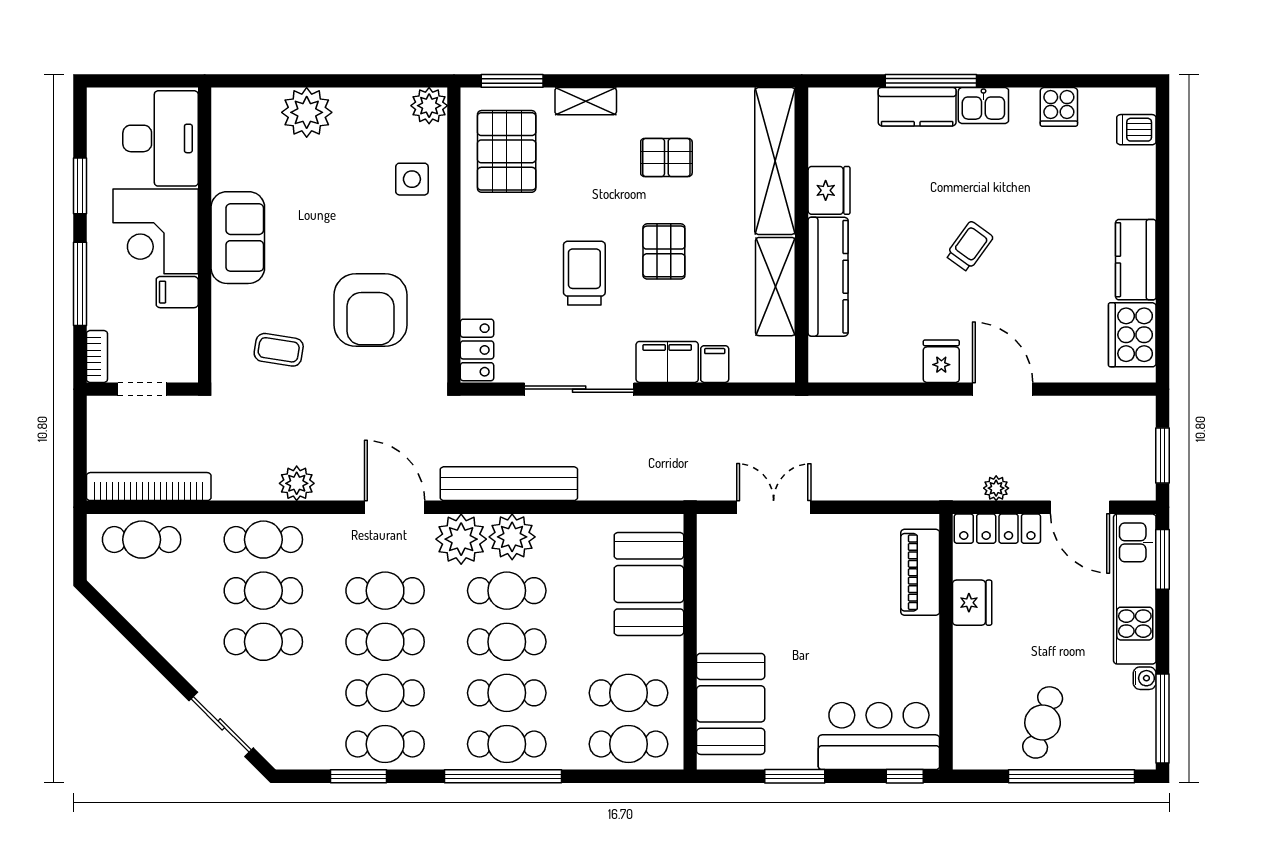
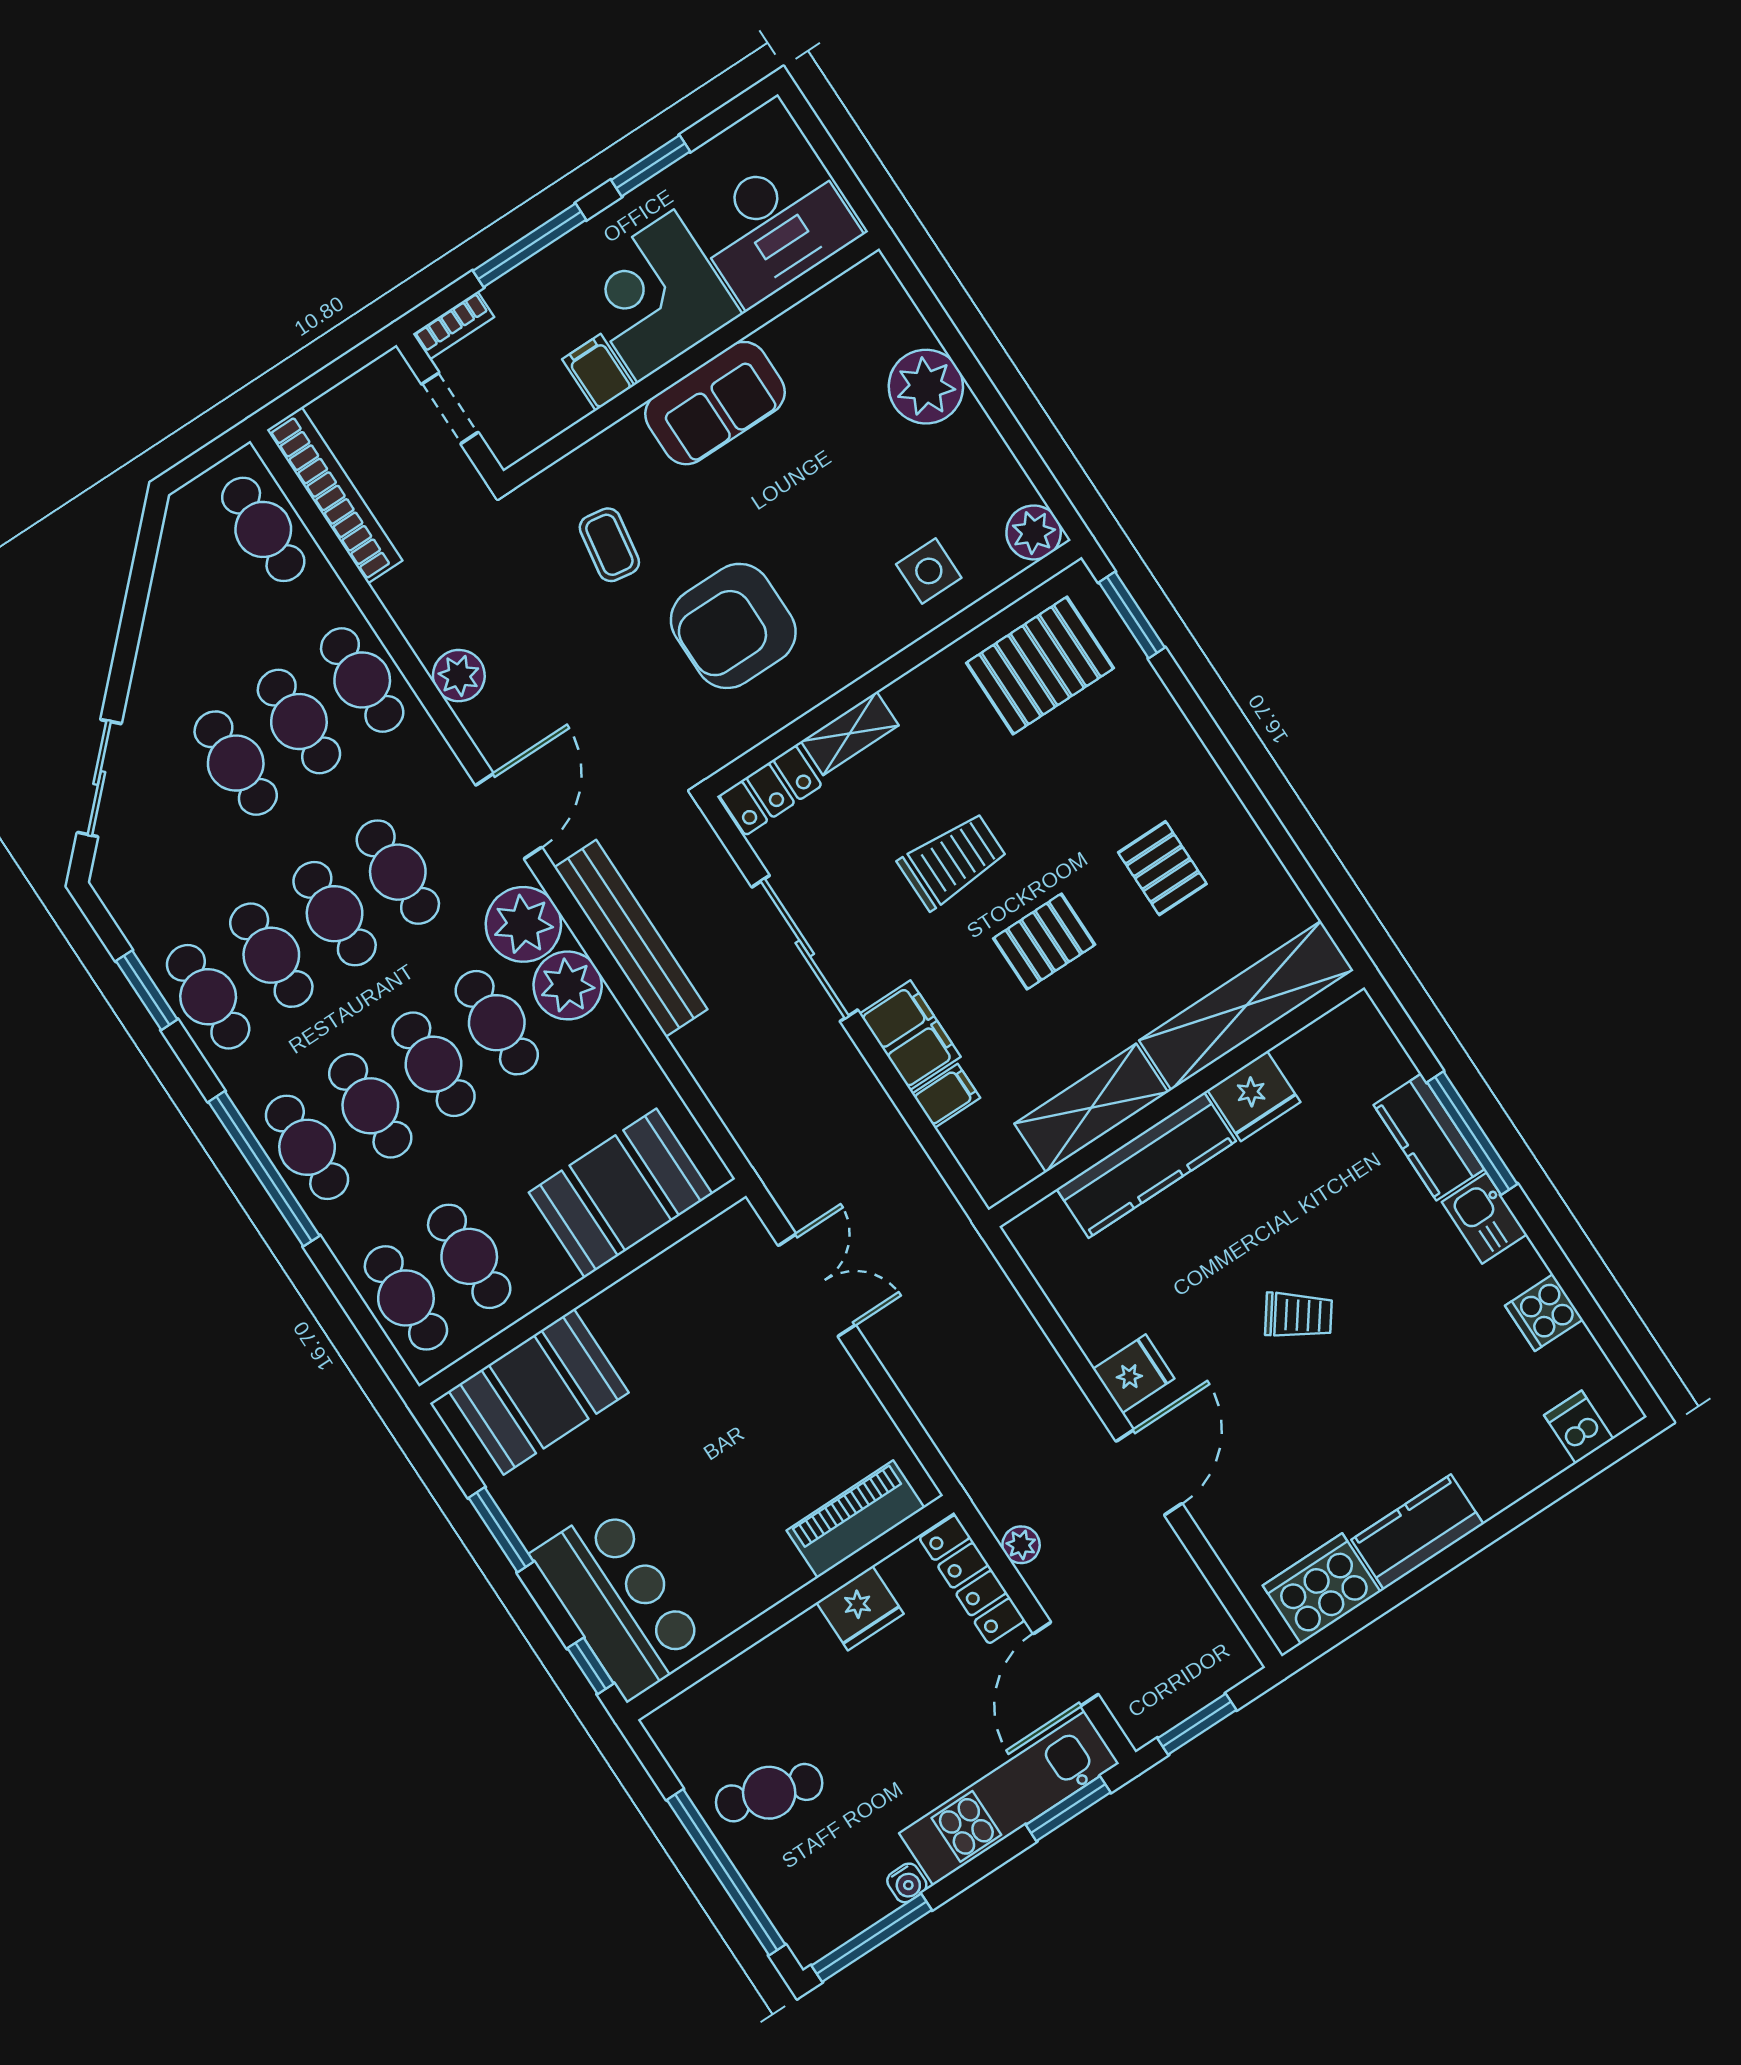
shelving: (586, 101) -> (850, 733), moved, turned 90

